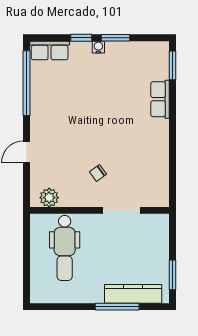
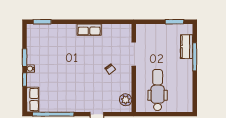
row of seats: (160, 99) -> (89, 30), moved
dental chair: (65, 248) -> (158, 90), turned -90
kitchen counter: (133, 294) -> (187, 47), width x0.67

